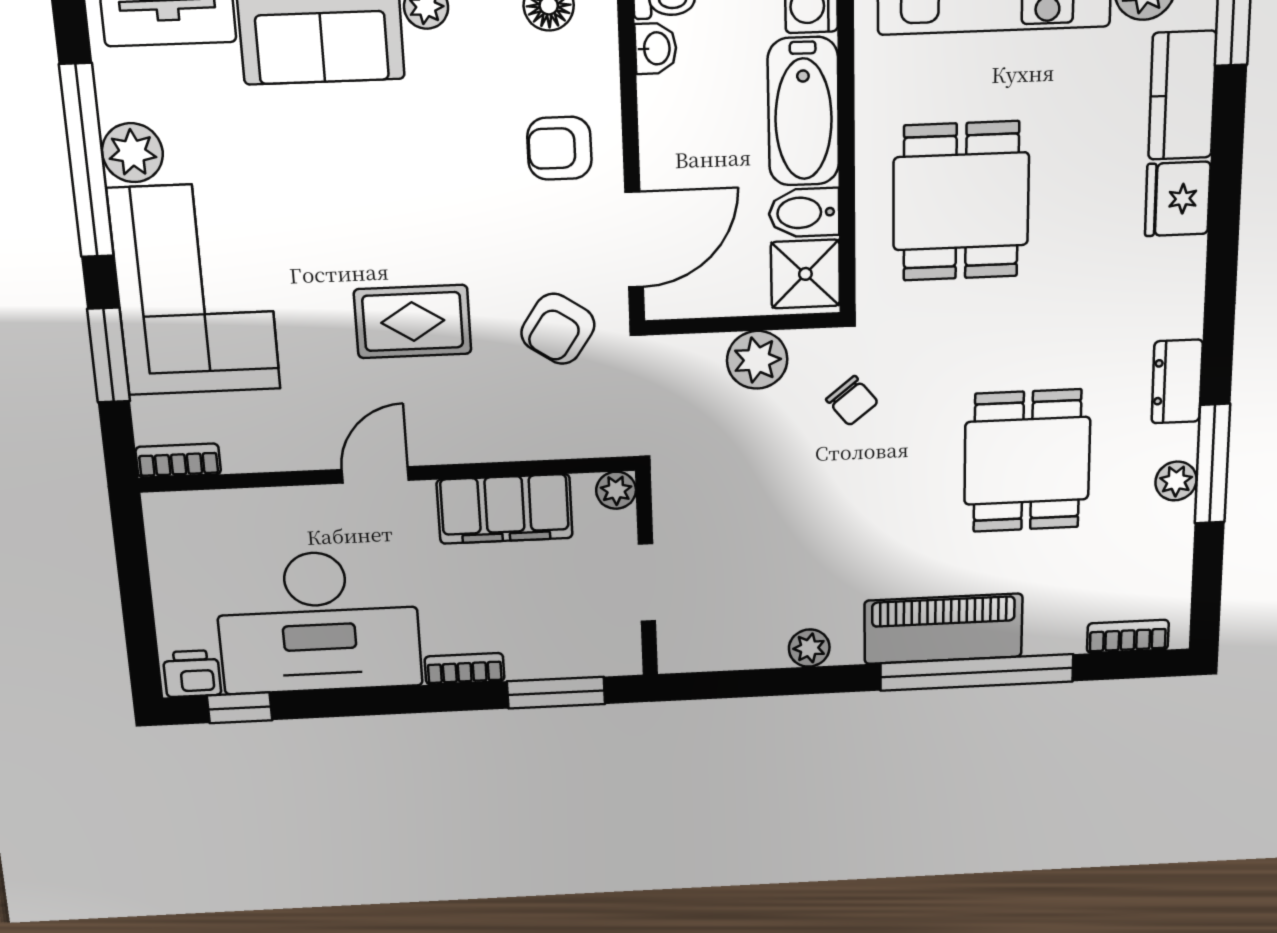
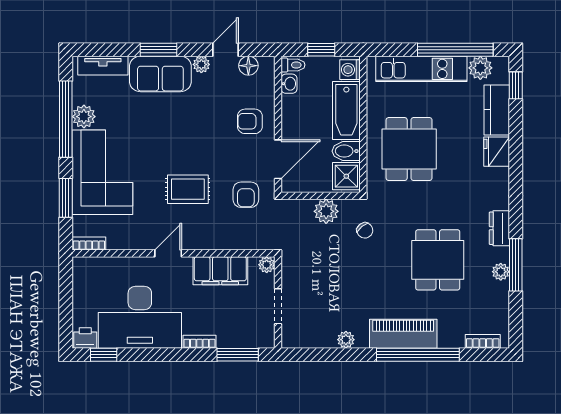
armchair: (558, 329) -> (246, 195), turned -34

